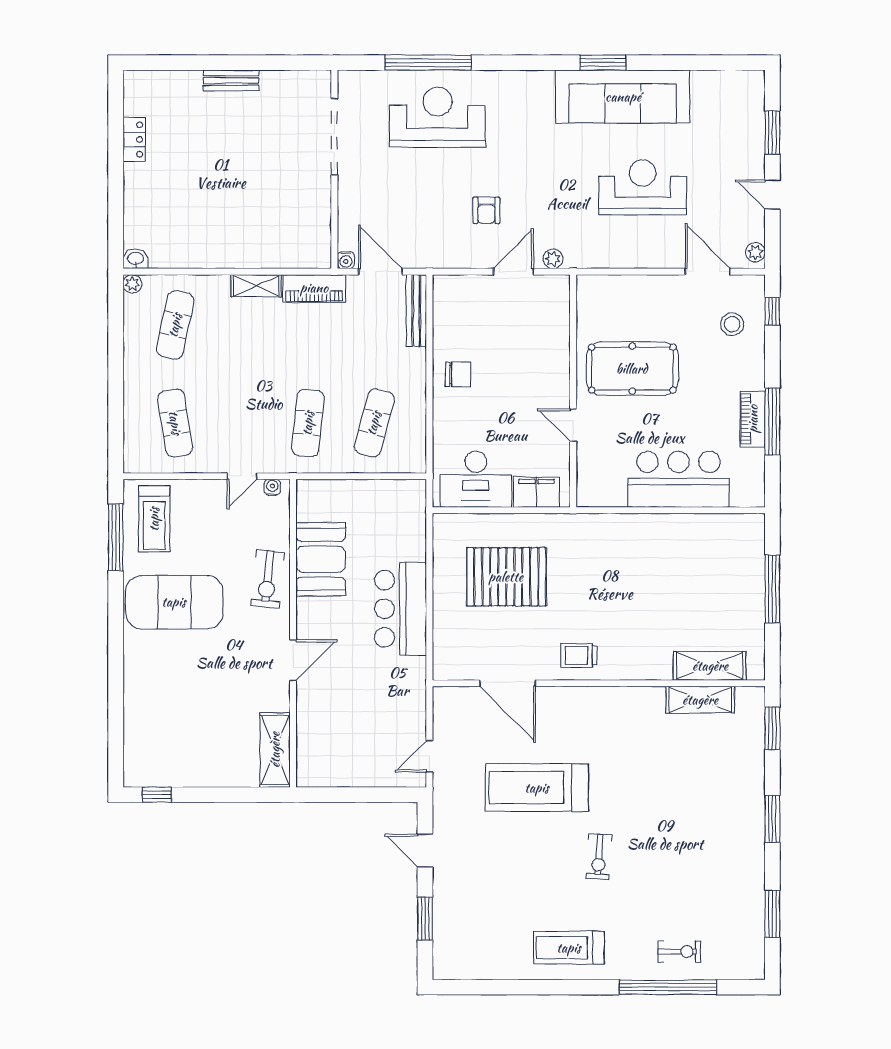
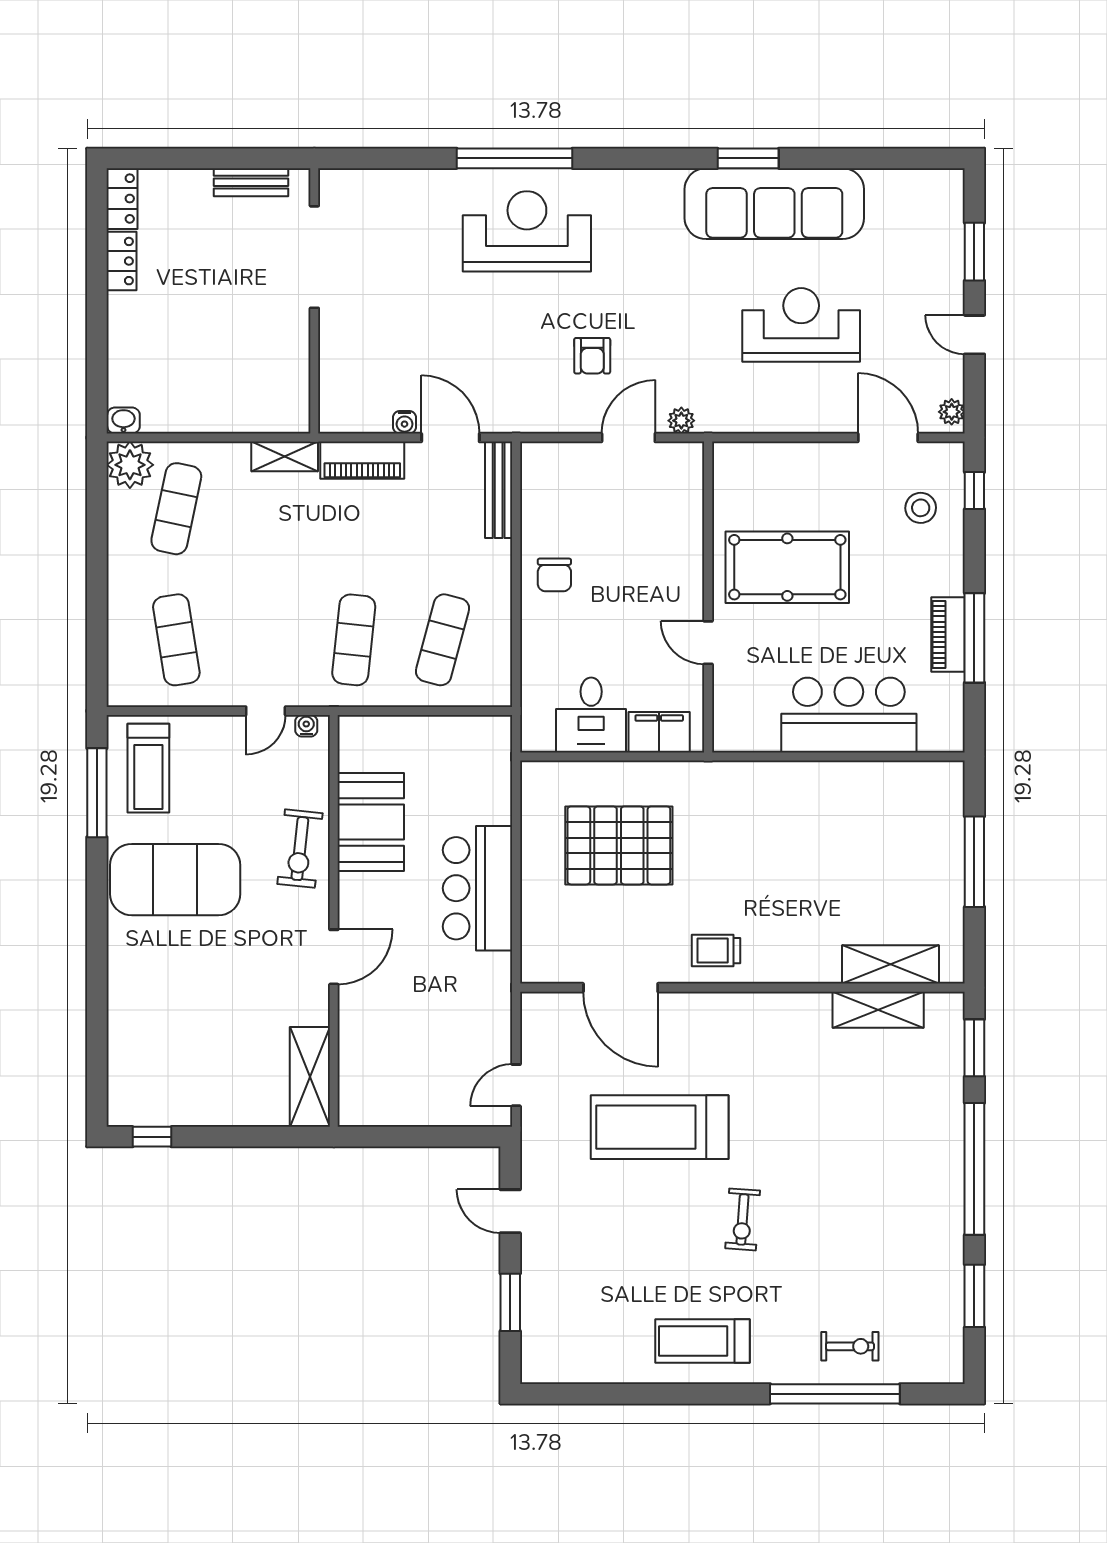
locker: (135, 93) -> (122, 199), added
doorway: (334, 137) -> (314, 257), moved
wall: (334, 169) -> (314, 301), moved
plant: (132, 284) -> (130, 465), width x1.88, depth x1.88
chair: (458, 374) -> (554, 575), turned 90
desk: (476, 479) -> (591, 715), width x0.73
window: (772, 819) -> (974, 1169), width x2.11

